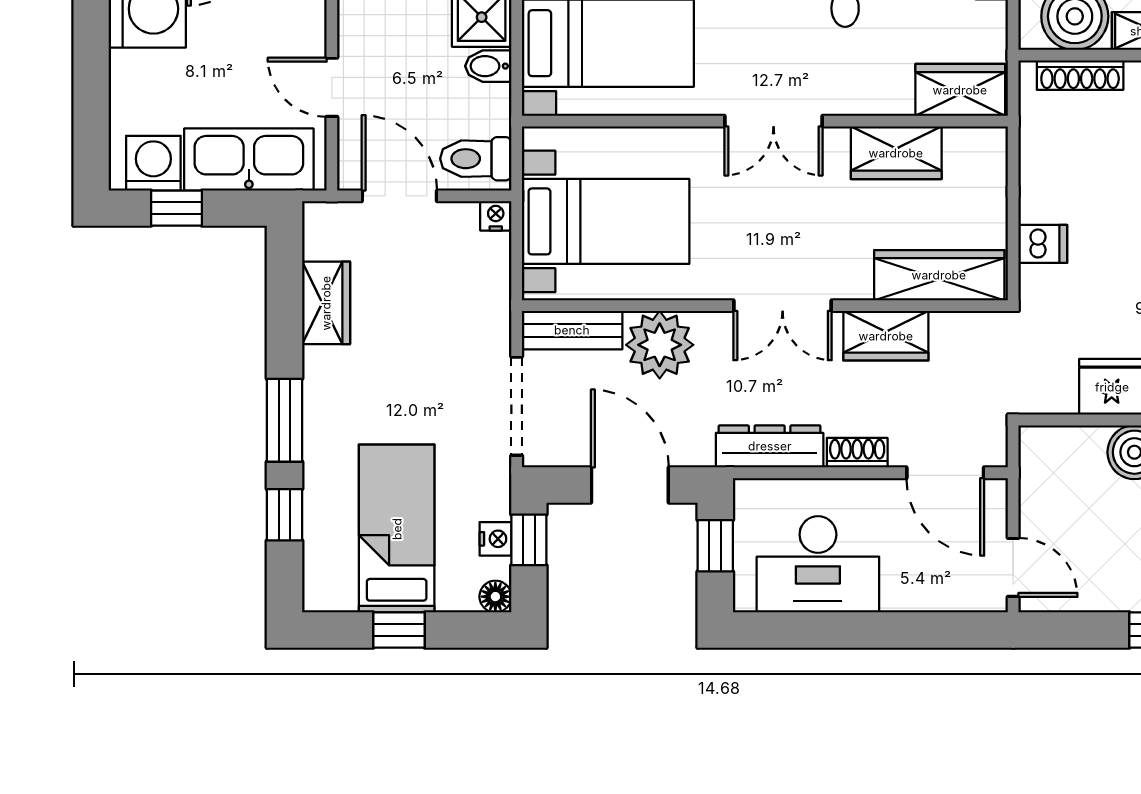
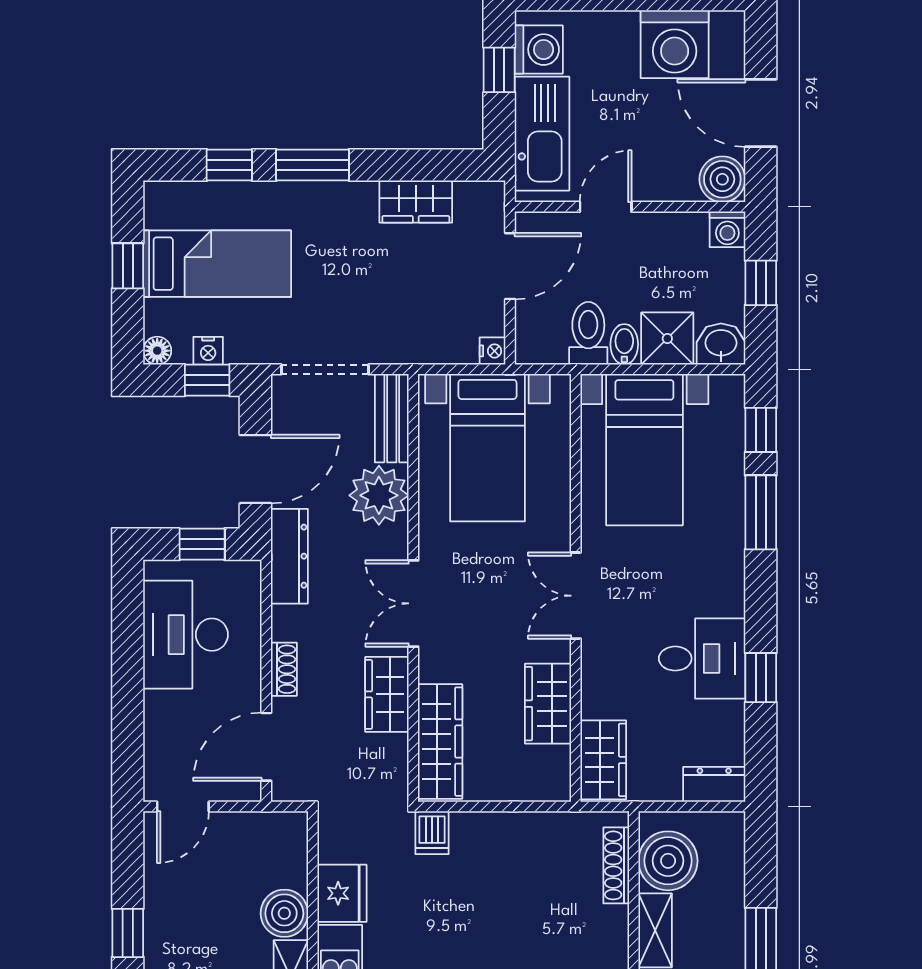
toilet: (476, 159) -> (588, 333), moved
dishwasher: (1043, 244) -> (432, 833), moved
dresser: (770, 446) -> (289, 556), moved

